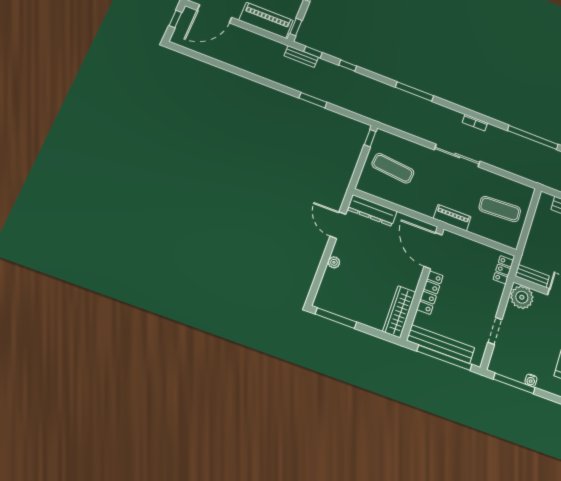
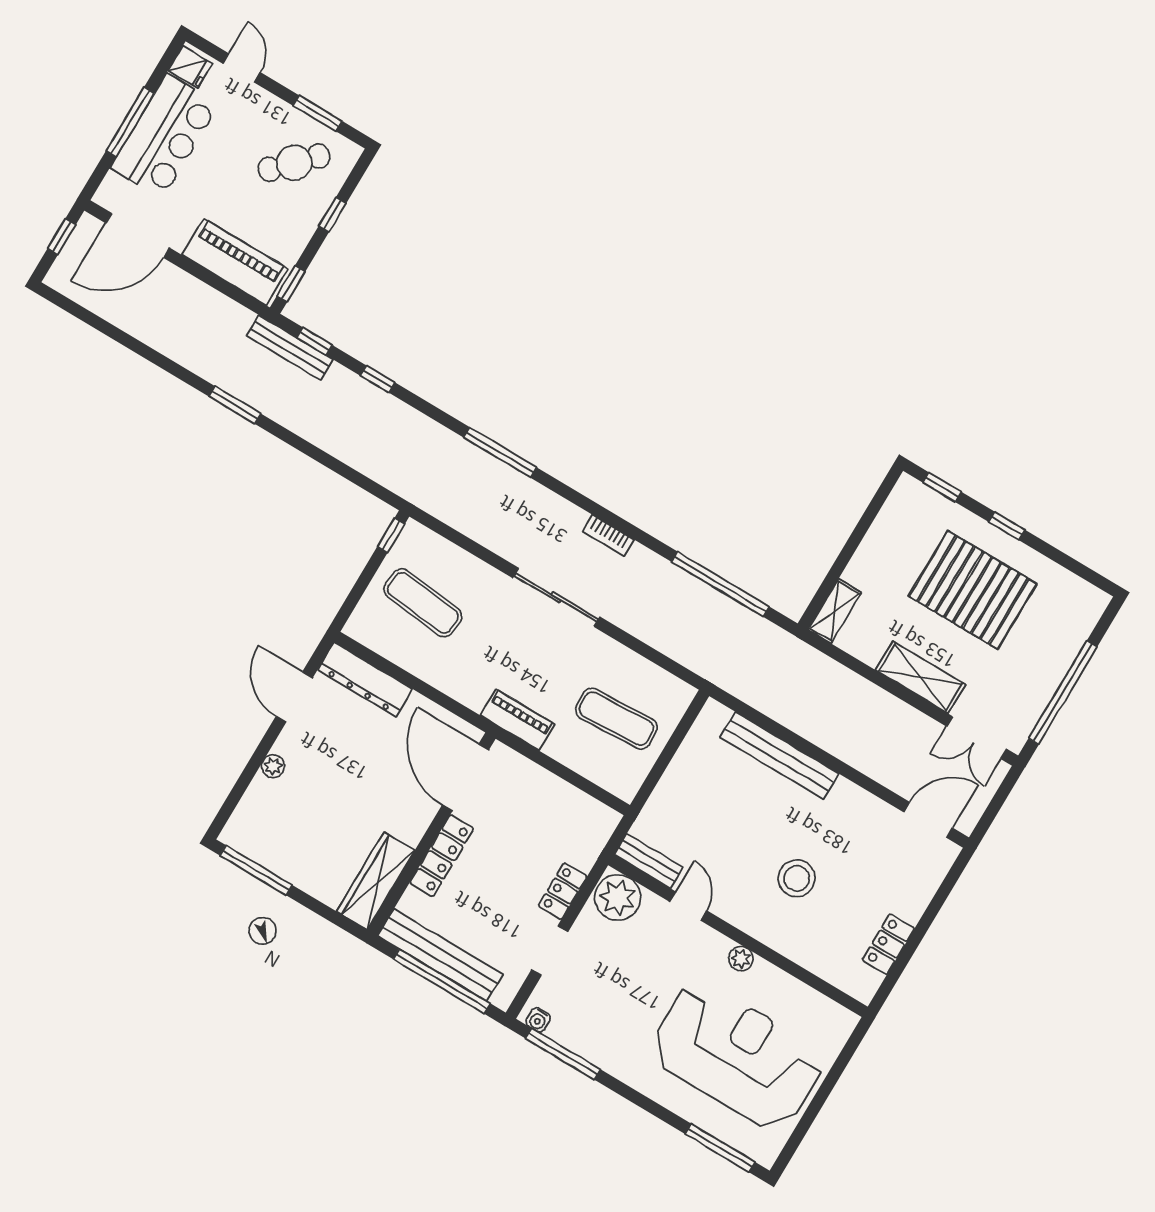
bench: (301, 57) -> (290, 348), width x1.36
window: (313, 100) -> (235, 405), moved
locker: (503, 270) -> (563, 891), moved
water cooler: (531, 380) -> (538, 1020), moved

